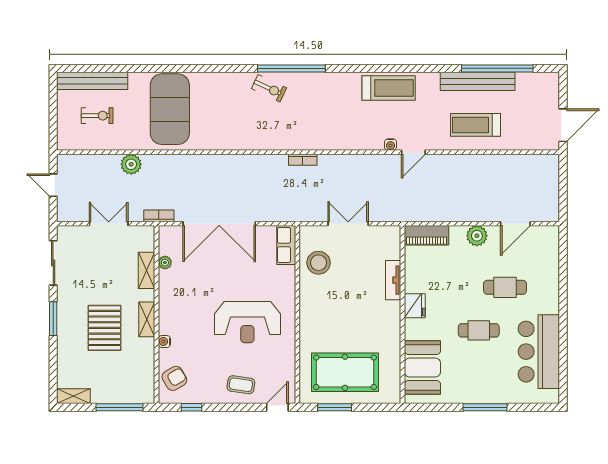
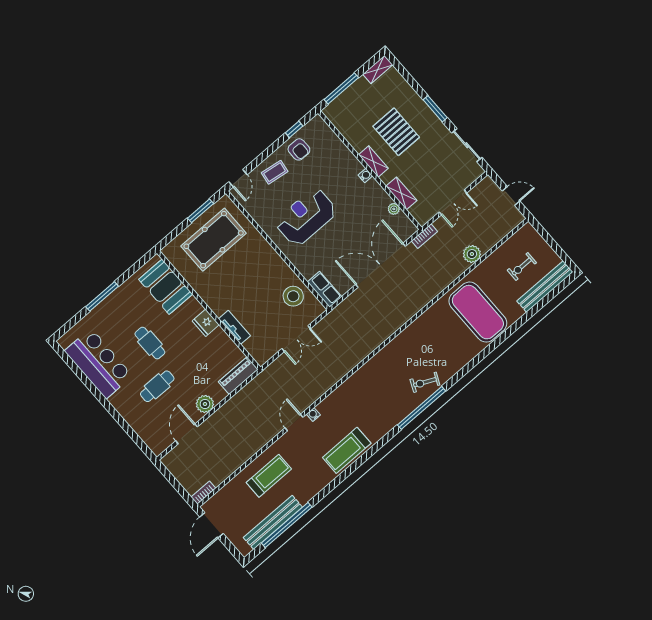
bench: (478, 81) -> (273, 522), moved
bookcase: (303, 160) -> (203, 493), moved
cafe table: (479, 330) -> (150, 343), turned 90
water cooler: (164, 342) -> (365, 175), moved
armchair: (174, 378) -> (299, 149), moved, turned -59

